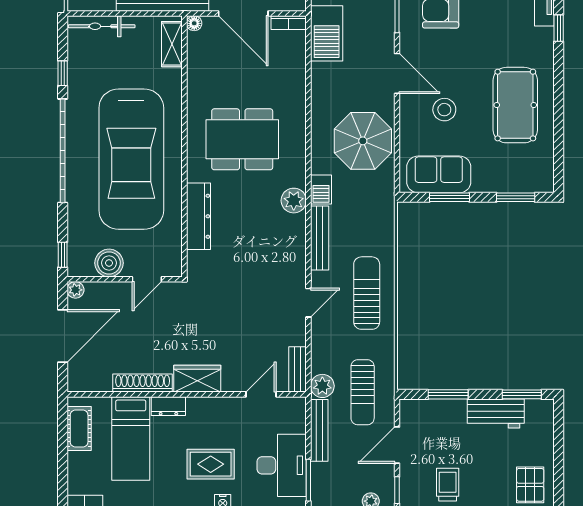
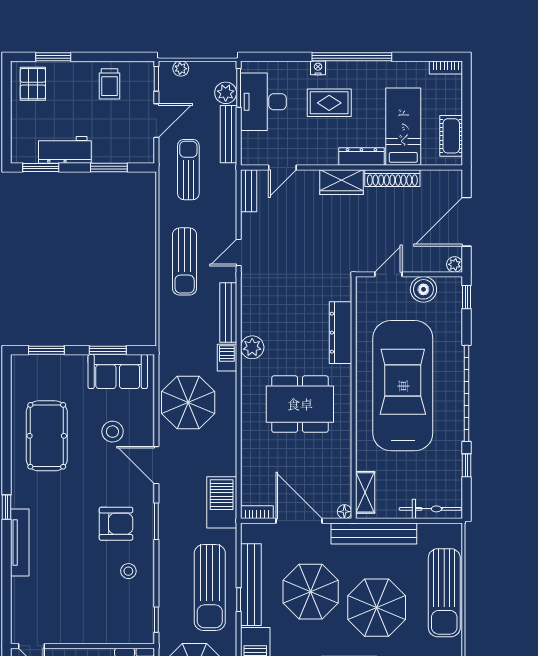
plant: (322, 386) -> (226, 93), moved
dresser: (168, 406) -> (361, 157), width x1.44

